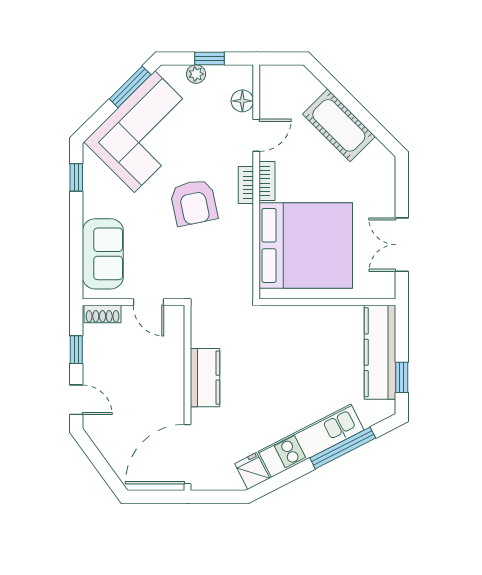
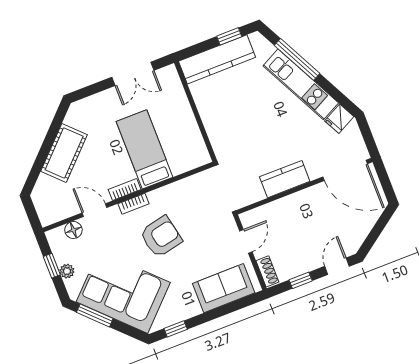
bed: (306, 245) -> (145, 149), width x0.49

